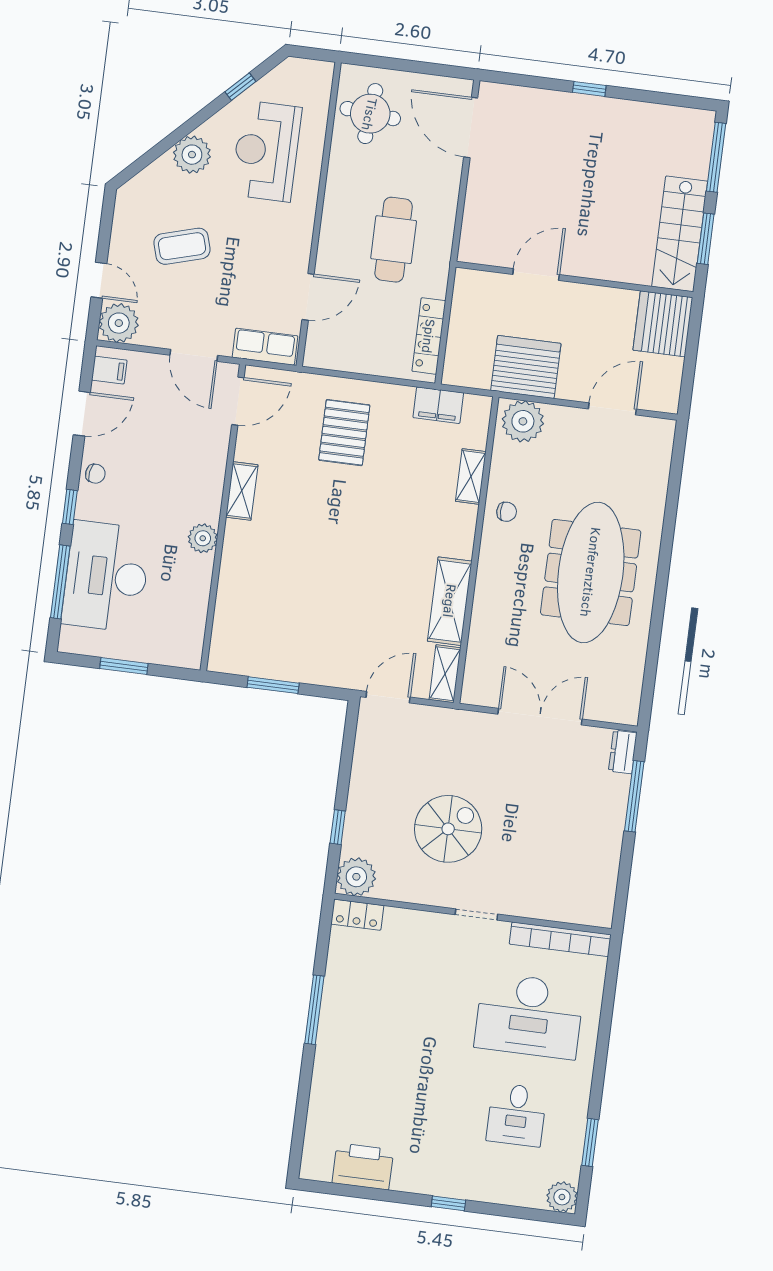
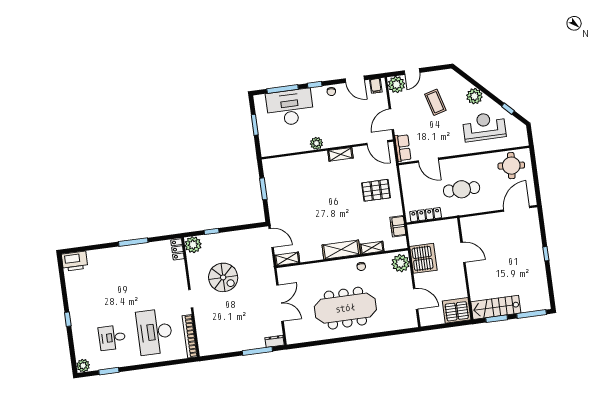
shelving: (450, 601) -> (341, 250), moved
printer: (363, 1166) -> (75, 261), moved, turned 90

